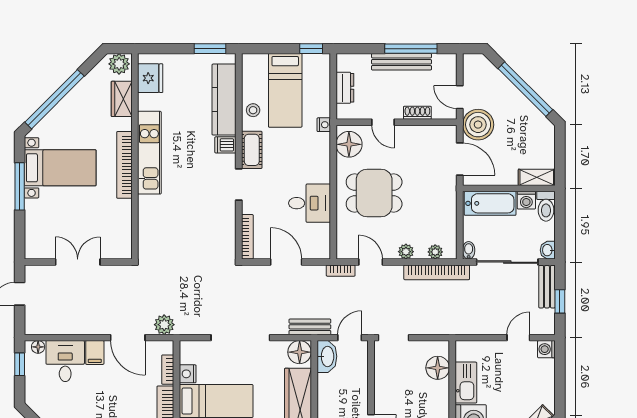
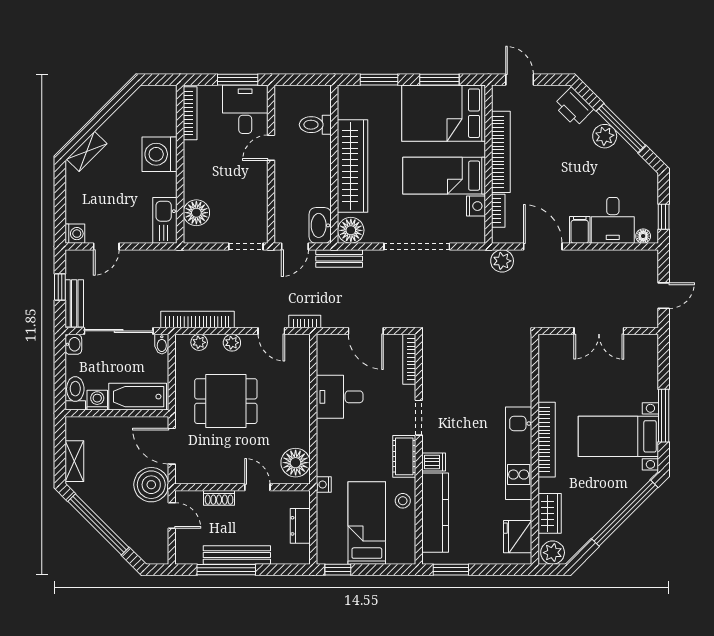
shelving: (537, 177) -> (74, 461), moved, turned 90
dining table: (374, 193) -> (226, 401), moved
kitchen sink: (466, 383) -> (165, 220), moved

